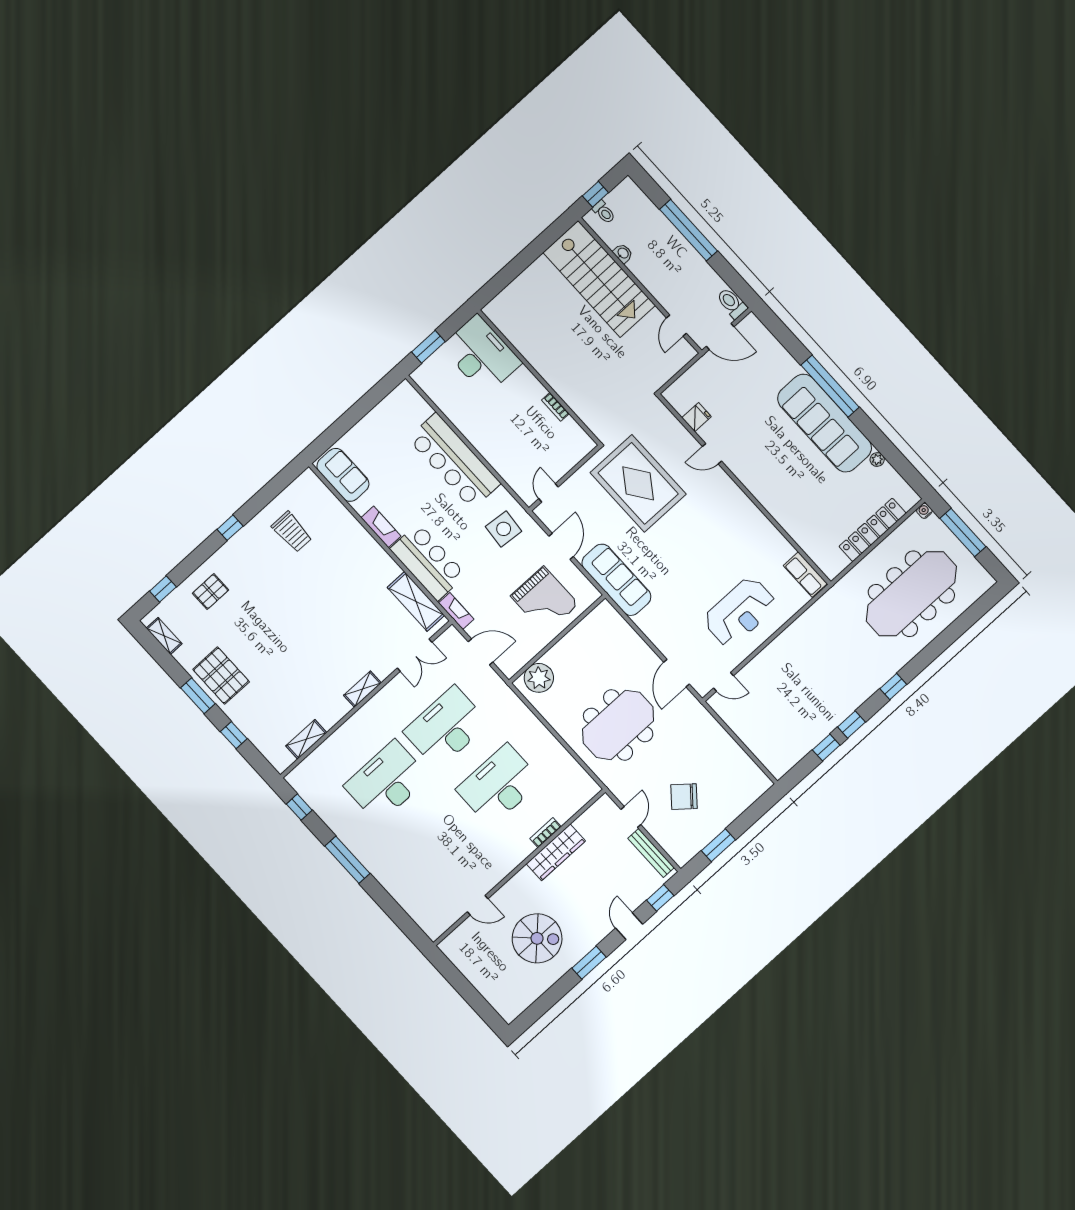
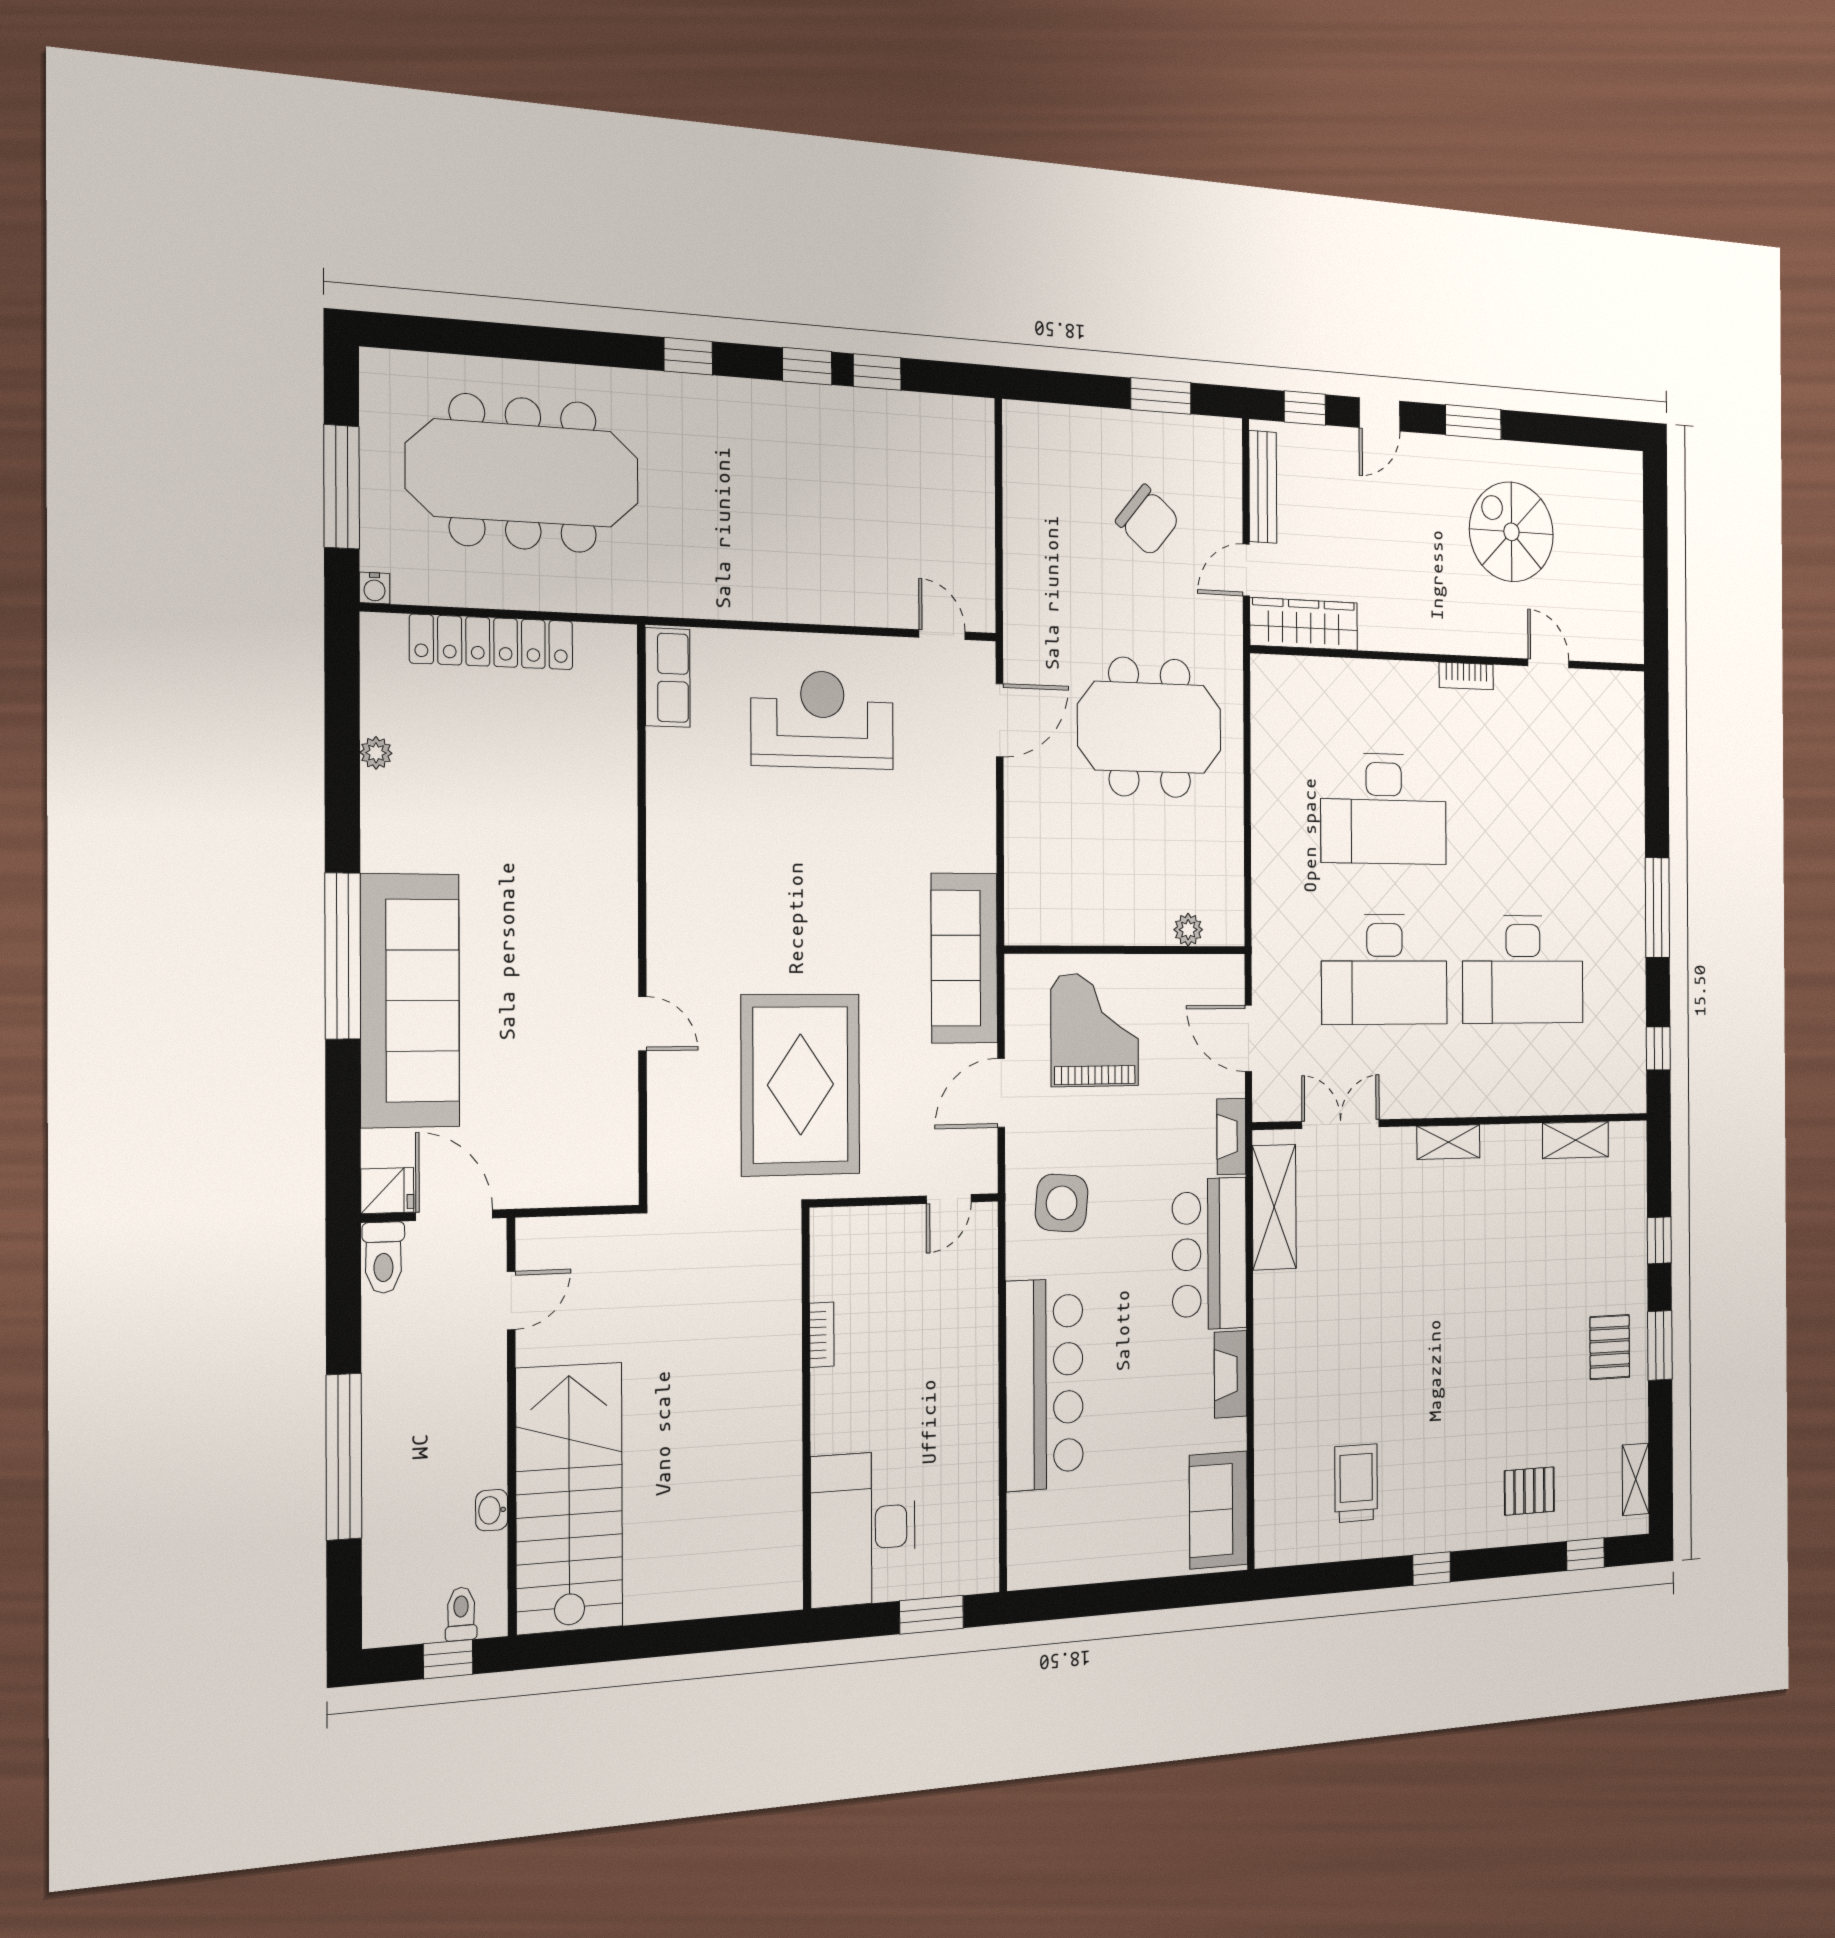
fridge: (697, 417) -> (387, 1191), moved, turned 180
sofa: (825, 423) -> (410, 1001), moved
pallet: (221, 676) -> (1610, 1347), width x0.67, depth x0.71
plant: (539, 678) -> (1188, 930), width x0.53, depth x0.53
bookcase: (546, 833) -> (1466, 676), moved
wardrobe: (556, 852) -> (1304, 624), moved

